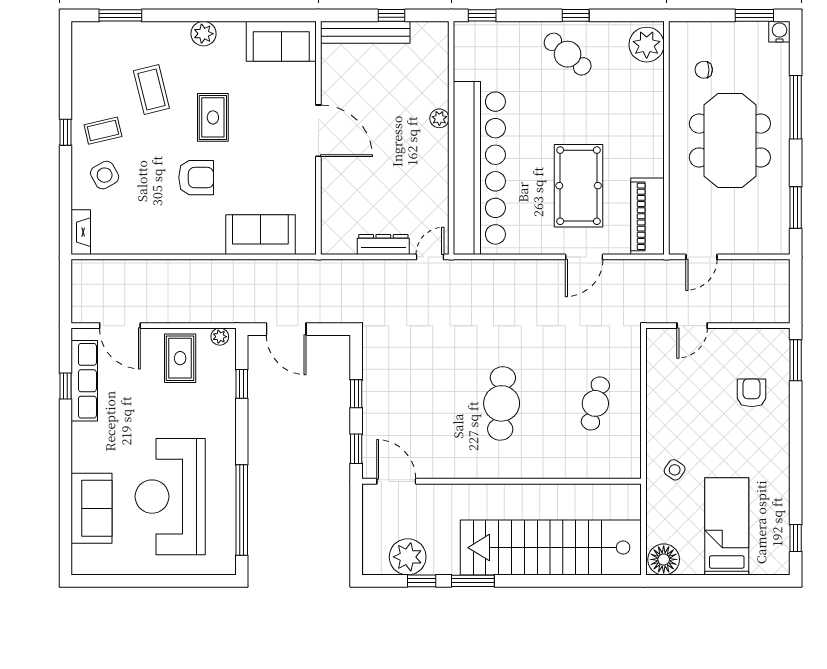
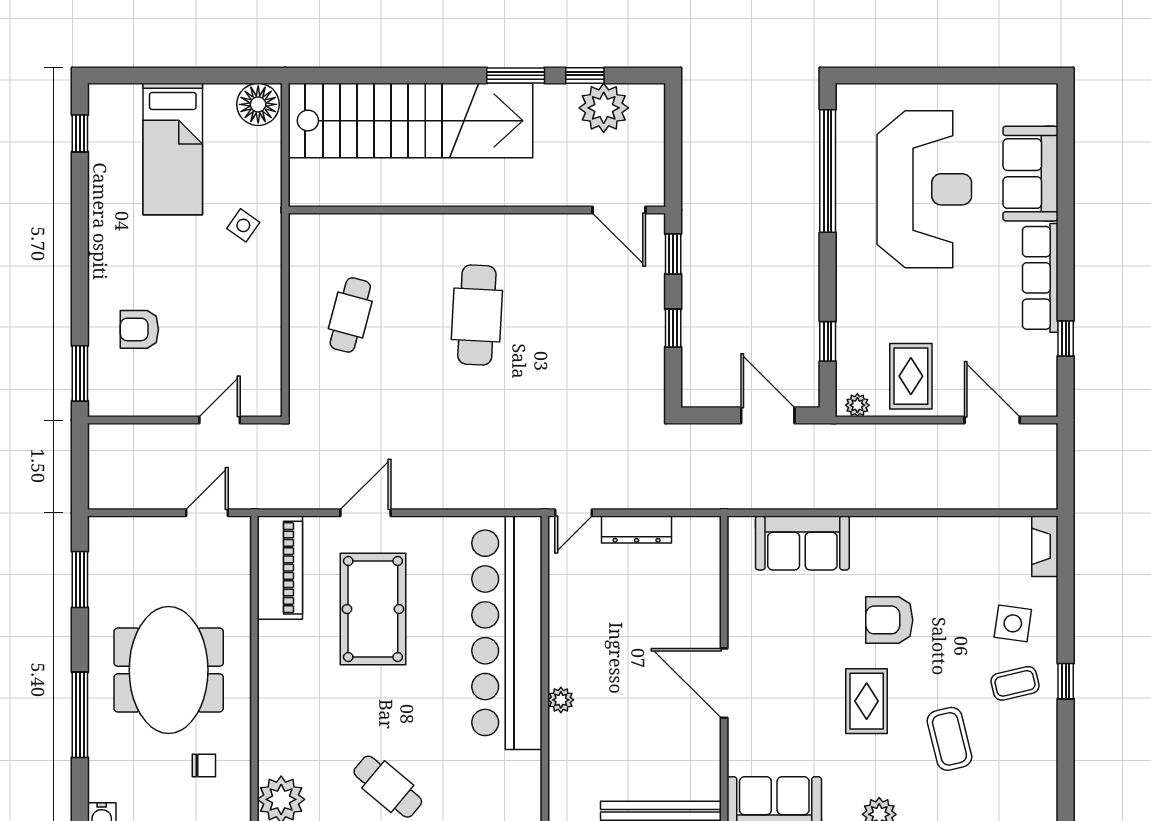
side table: (105, 175) -> (1013, 623), turned 37
row of seats: (84, 381) -> (1040, 278), moved
armchair: (752, 393) -> (139, 329), turned 90

